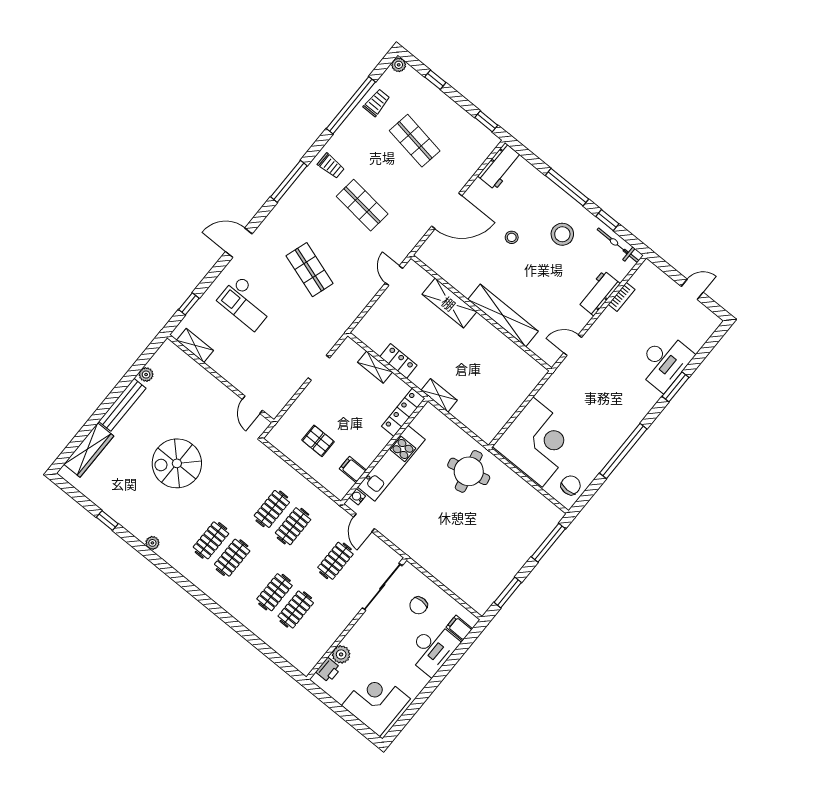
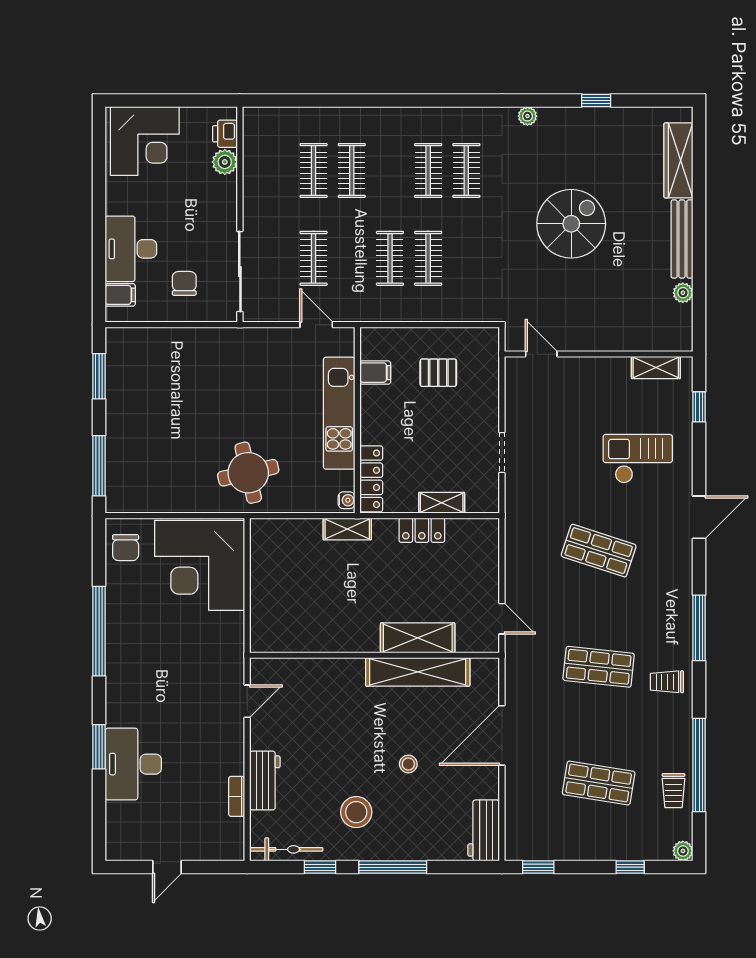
shelving: (503, 315) -> (418, 672), moved
water cooler: (357, 497) -> (347, 500), moved

